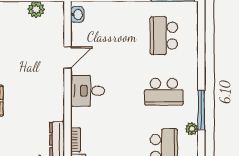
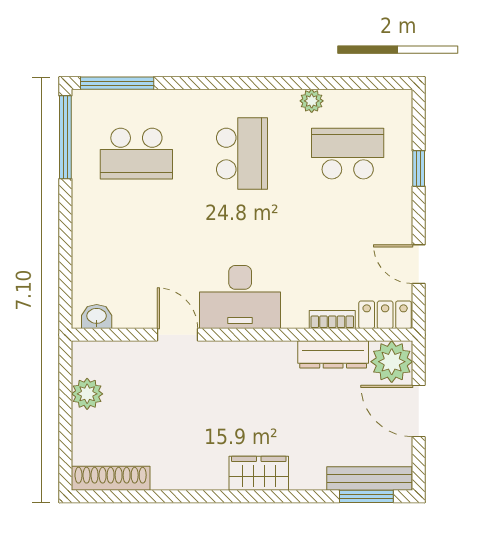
desk: (88, 91) -> (240, 297), width x1.37
window: (201, 110) -> (117, 83), moved

